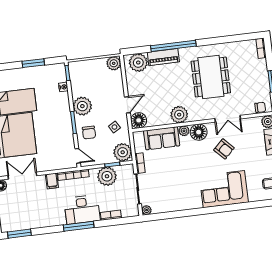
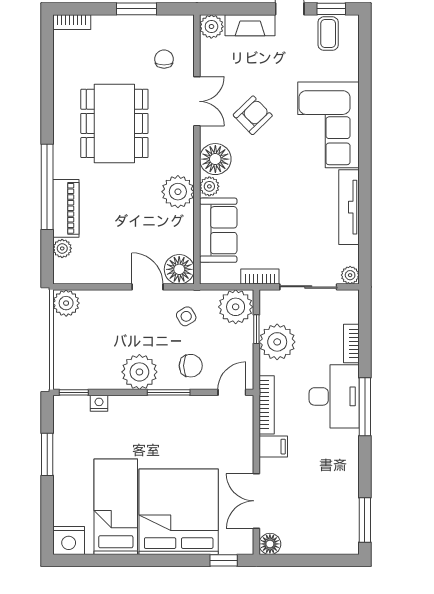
plant: (138, 63) -> (62, 248), width x0.53, depth x0.53
dining table: (211, 77) -> (114, 123), turned 90
chair: (260, 107) -> (164, 59), moved
tv unit: (182, 205) -> (349, 207), added

